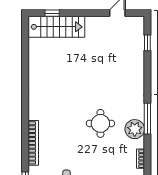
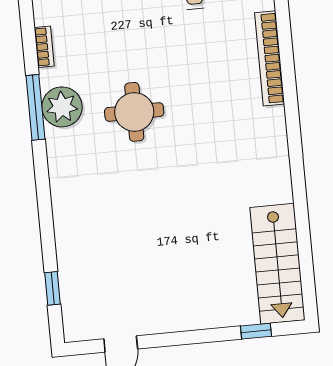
stairs: (56, 27) -> (277, 264), moved, turned -90
window: (147, 119) -> (35, 107), moved

